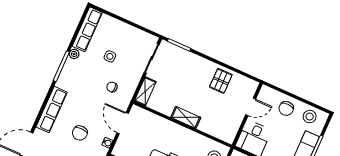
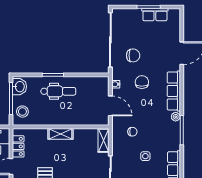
plant: (74, 54) -> (176, 117), moved
locker: (234, 124) -> (18, 146), added

